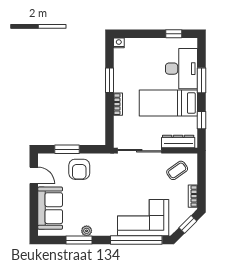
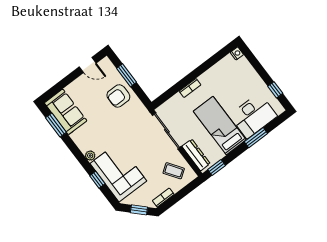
window: (109, 80) -> (203, 68), removed
window: (202, 120) -> (217, 167), moved
door: (34, 175) -> (88, 65), hinge flipped
sofa: (50, 208) -> (66, 112), moved, turned -90
plant: (87, 231) -> (90, 156), moved
window: (79, 240) -> (56, 125), moved
window: (136, 240) -> (97, 180), width x0.32

